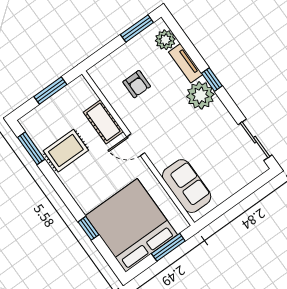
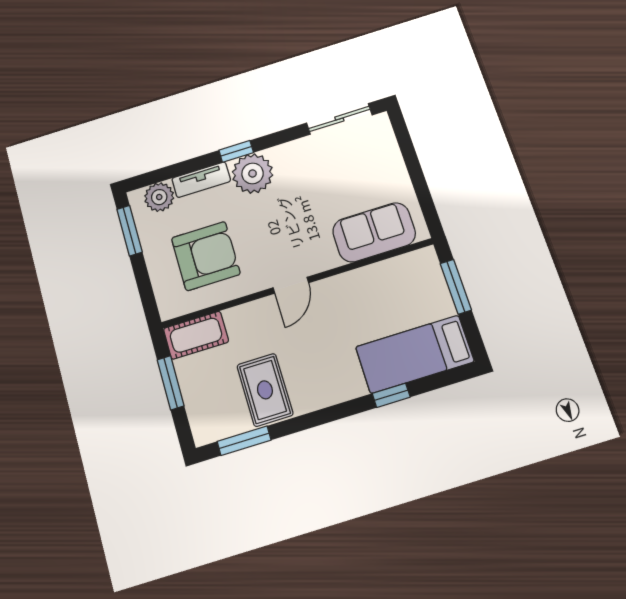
armchair: (137, 84) -> (206, 256), width x1.88, depth x1.88
cot: (103, 122) -> (196, 335), moved
bed: (131, 225) -> (415, 354), width x0.49

